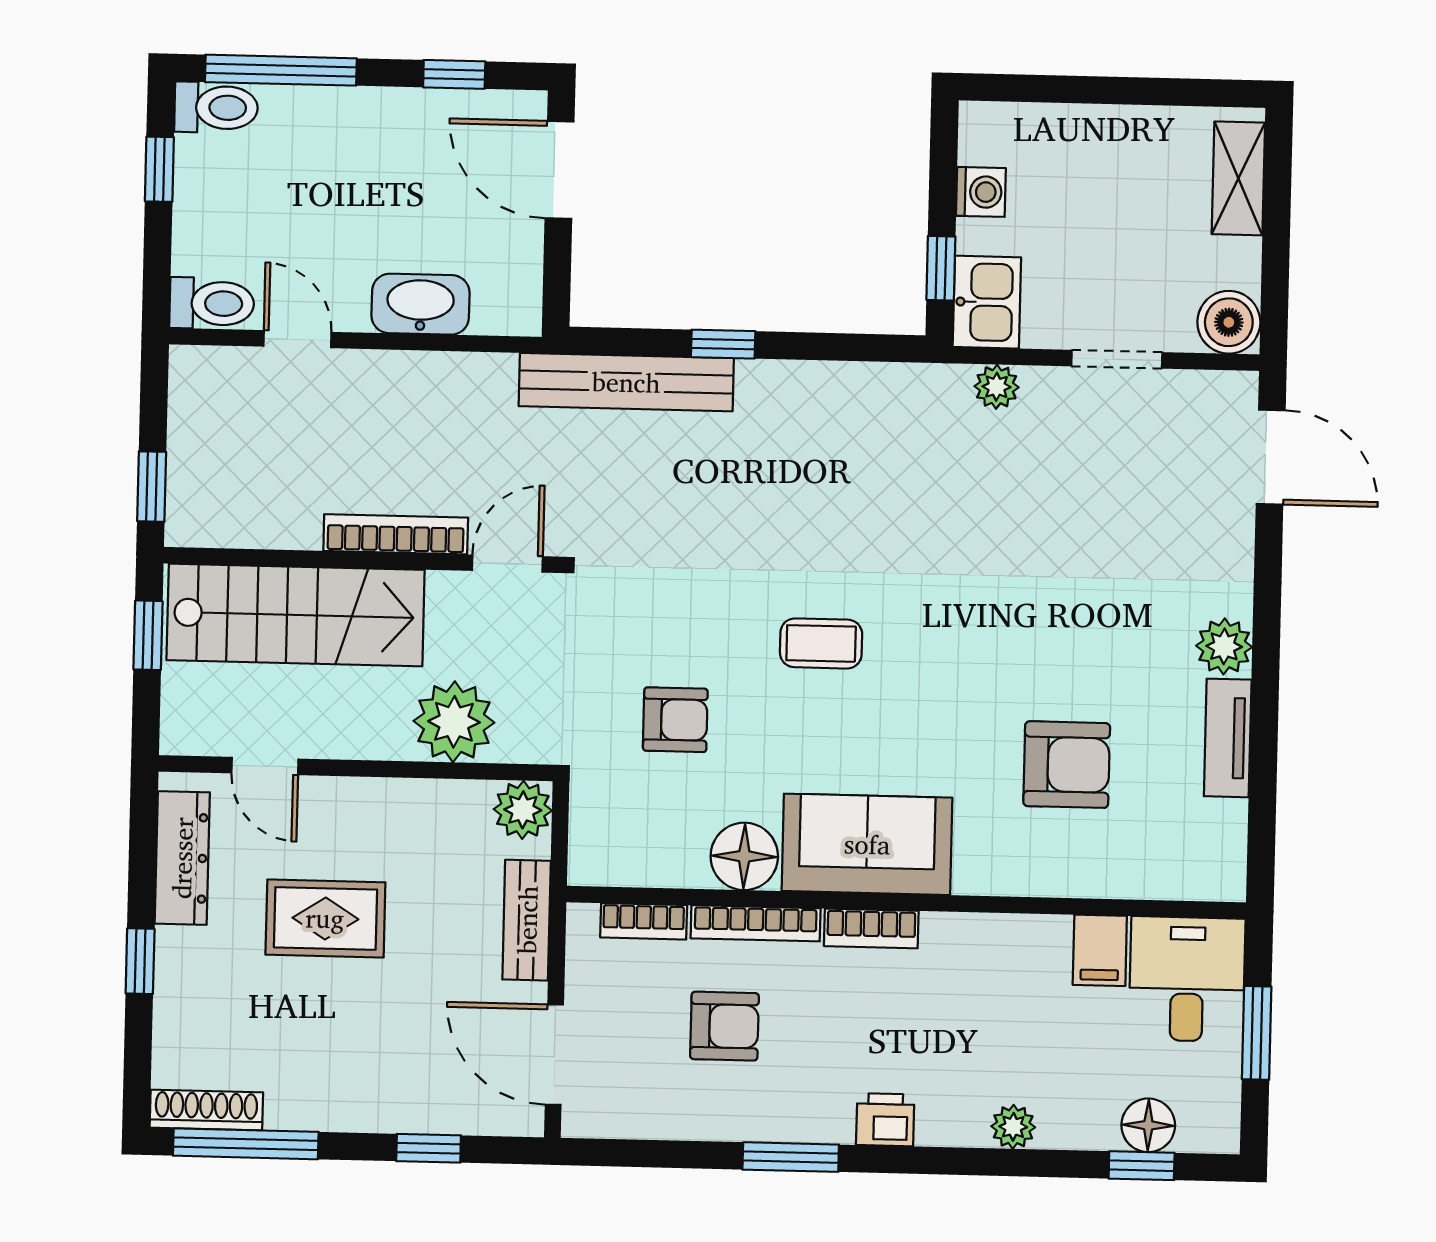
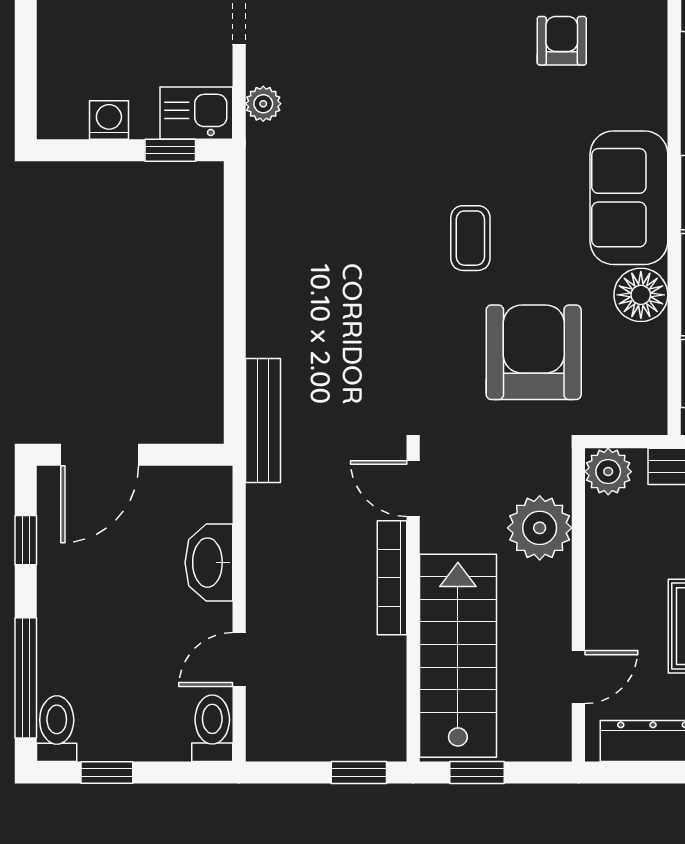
window: (723, 344) -> (235, 322), removed
bench: (626, 382) -> (263, 421), width x0.73, depth x0.82
armchair: (675, 720) -> (534, 352), width x1.88, depth x1.88
armchair: (1067, 765) -> (562, 41), width x0.72, depth x0.72

